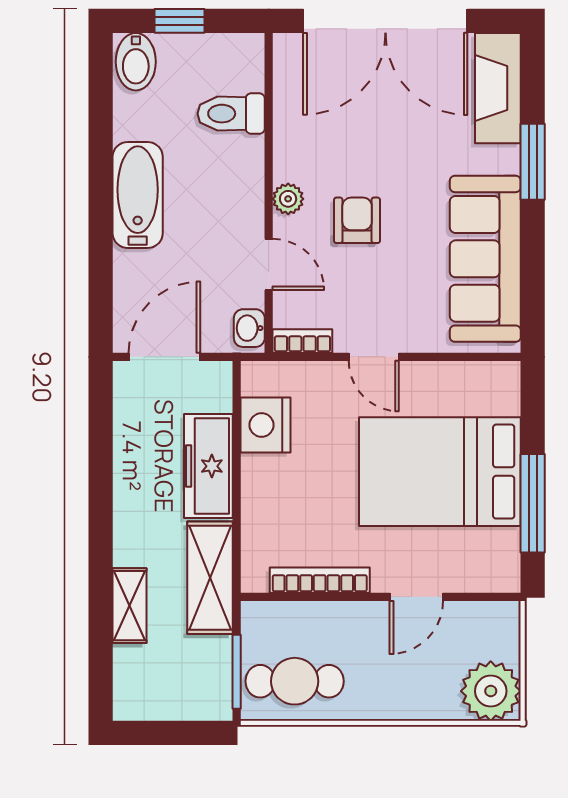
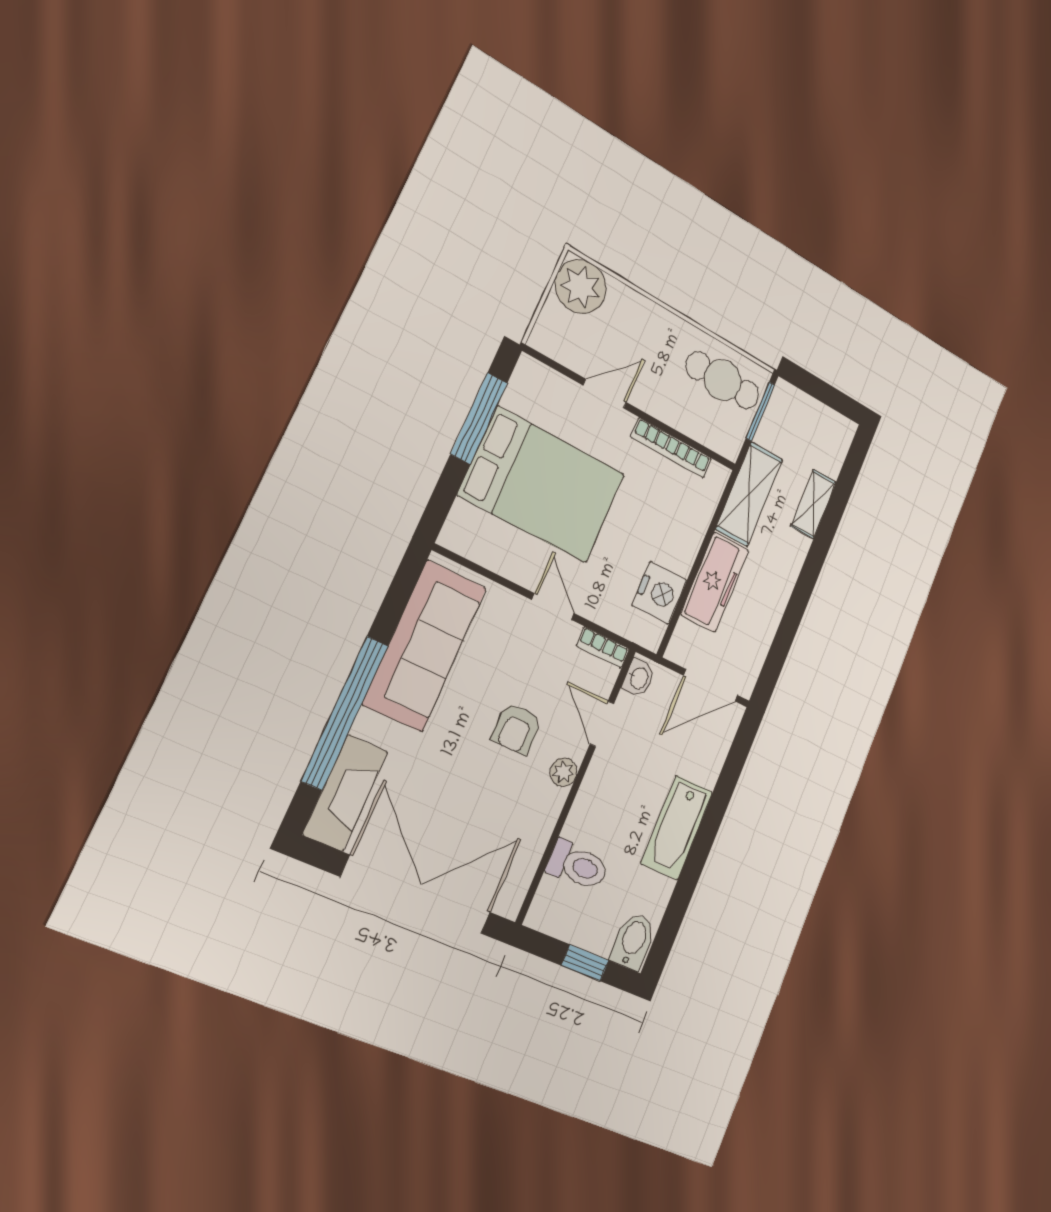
window: (533, 162) -> (345, 713), width x2.11

